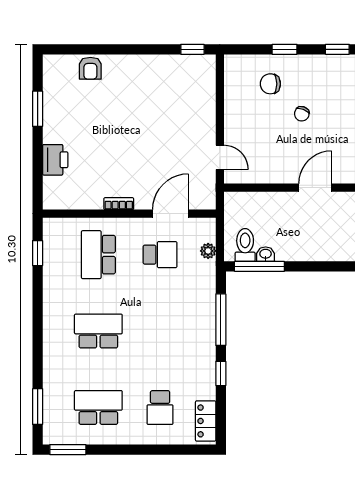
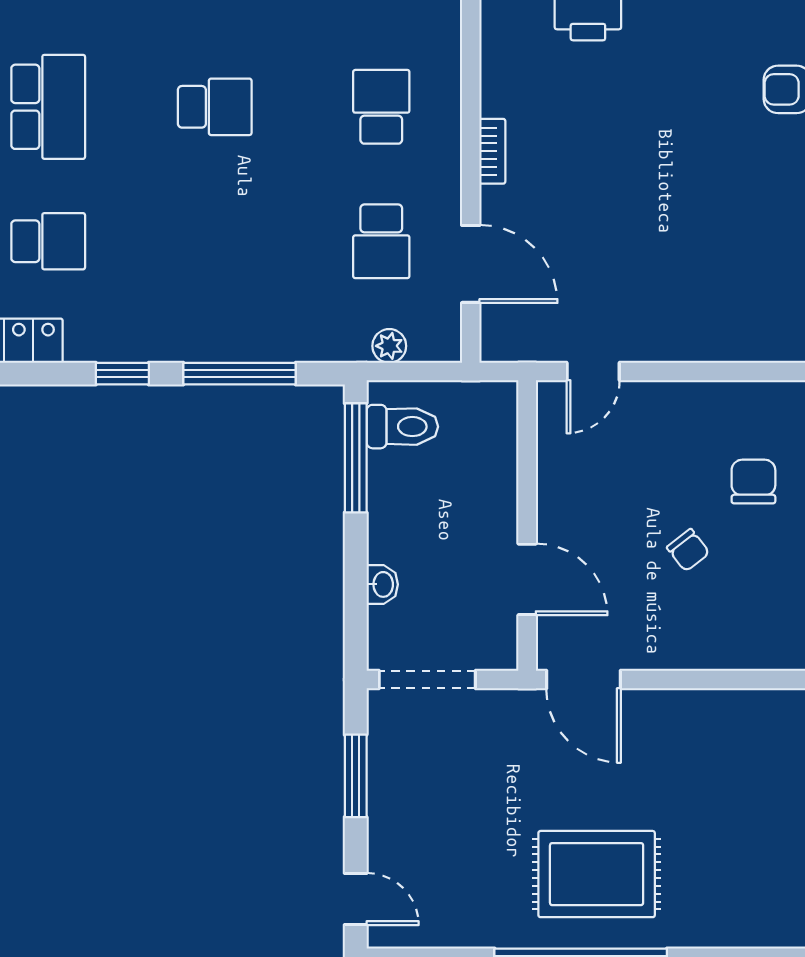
chair: (302, 114) -> (688, 550), turned -149
washbasin: (266, 254) -> (382, 584), moved
school desk: (98, 255) -> (381, 107), width x0.54
school desk: (98, 331) -> (215, 107), width x0.54
school desk: (160, 408) -> (48, 241), turned 180

